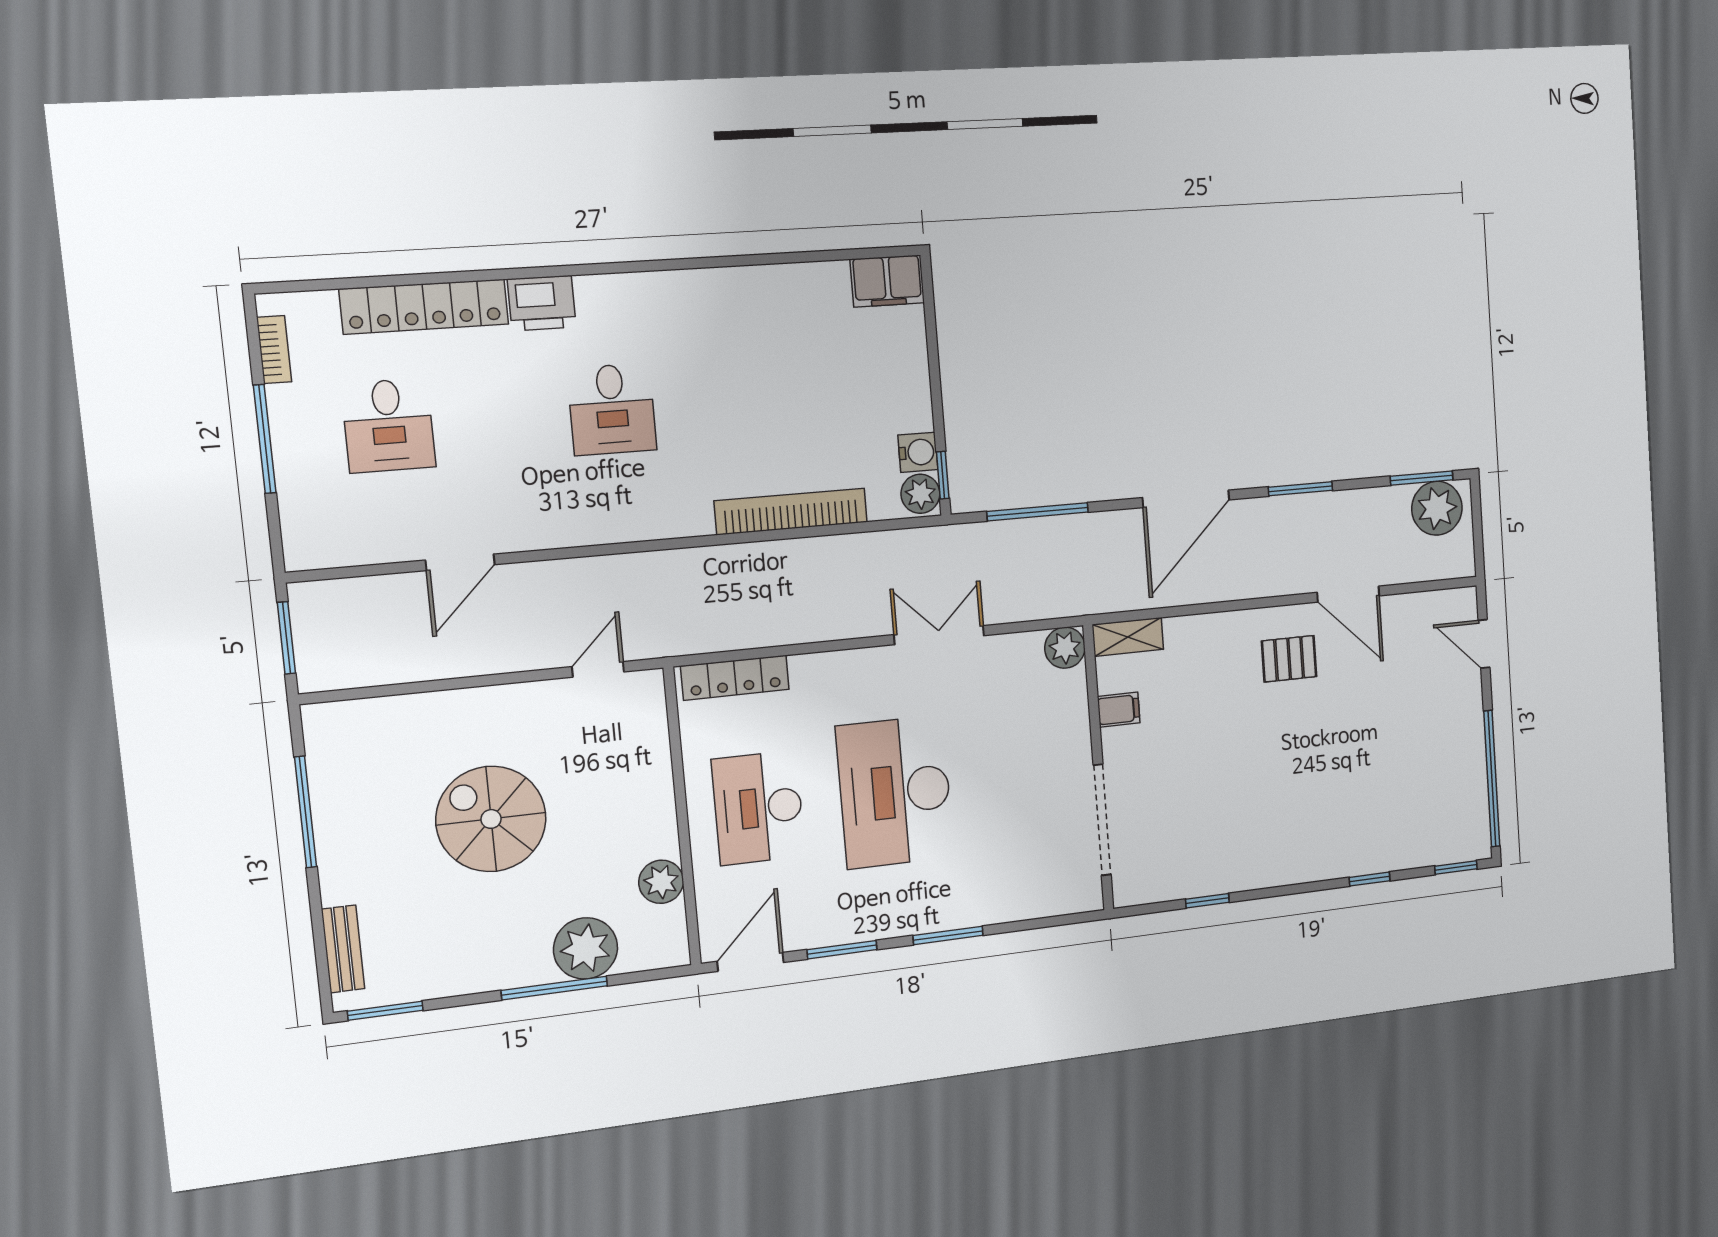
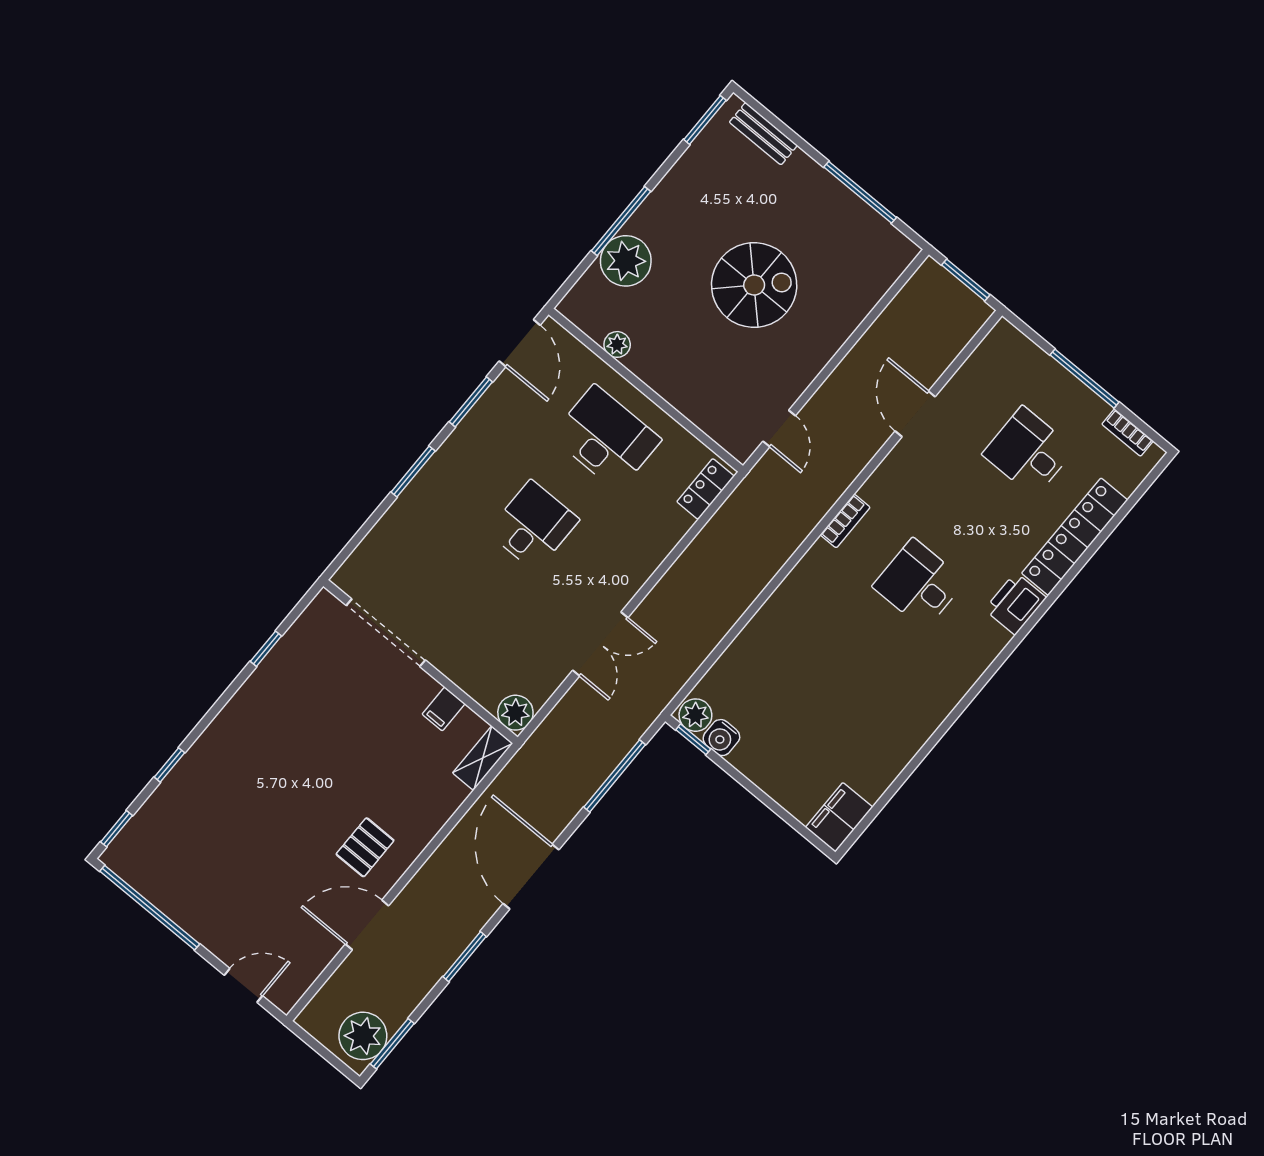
bookcase: (791, 512) -> (845, 521), moved, width x0.43, depth x0.76
locker: (735, 678) -> (706, 489), width x0.66
desk: (895, 792) -> (533, 526), width x0.53, depth x0.77
plant: (661, 882) -> (617, 344), width x0.73, depth x0.73

